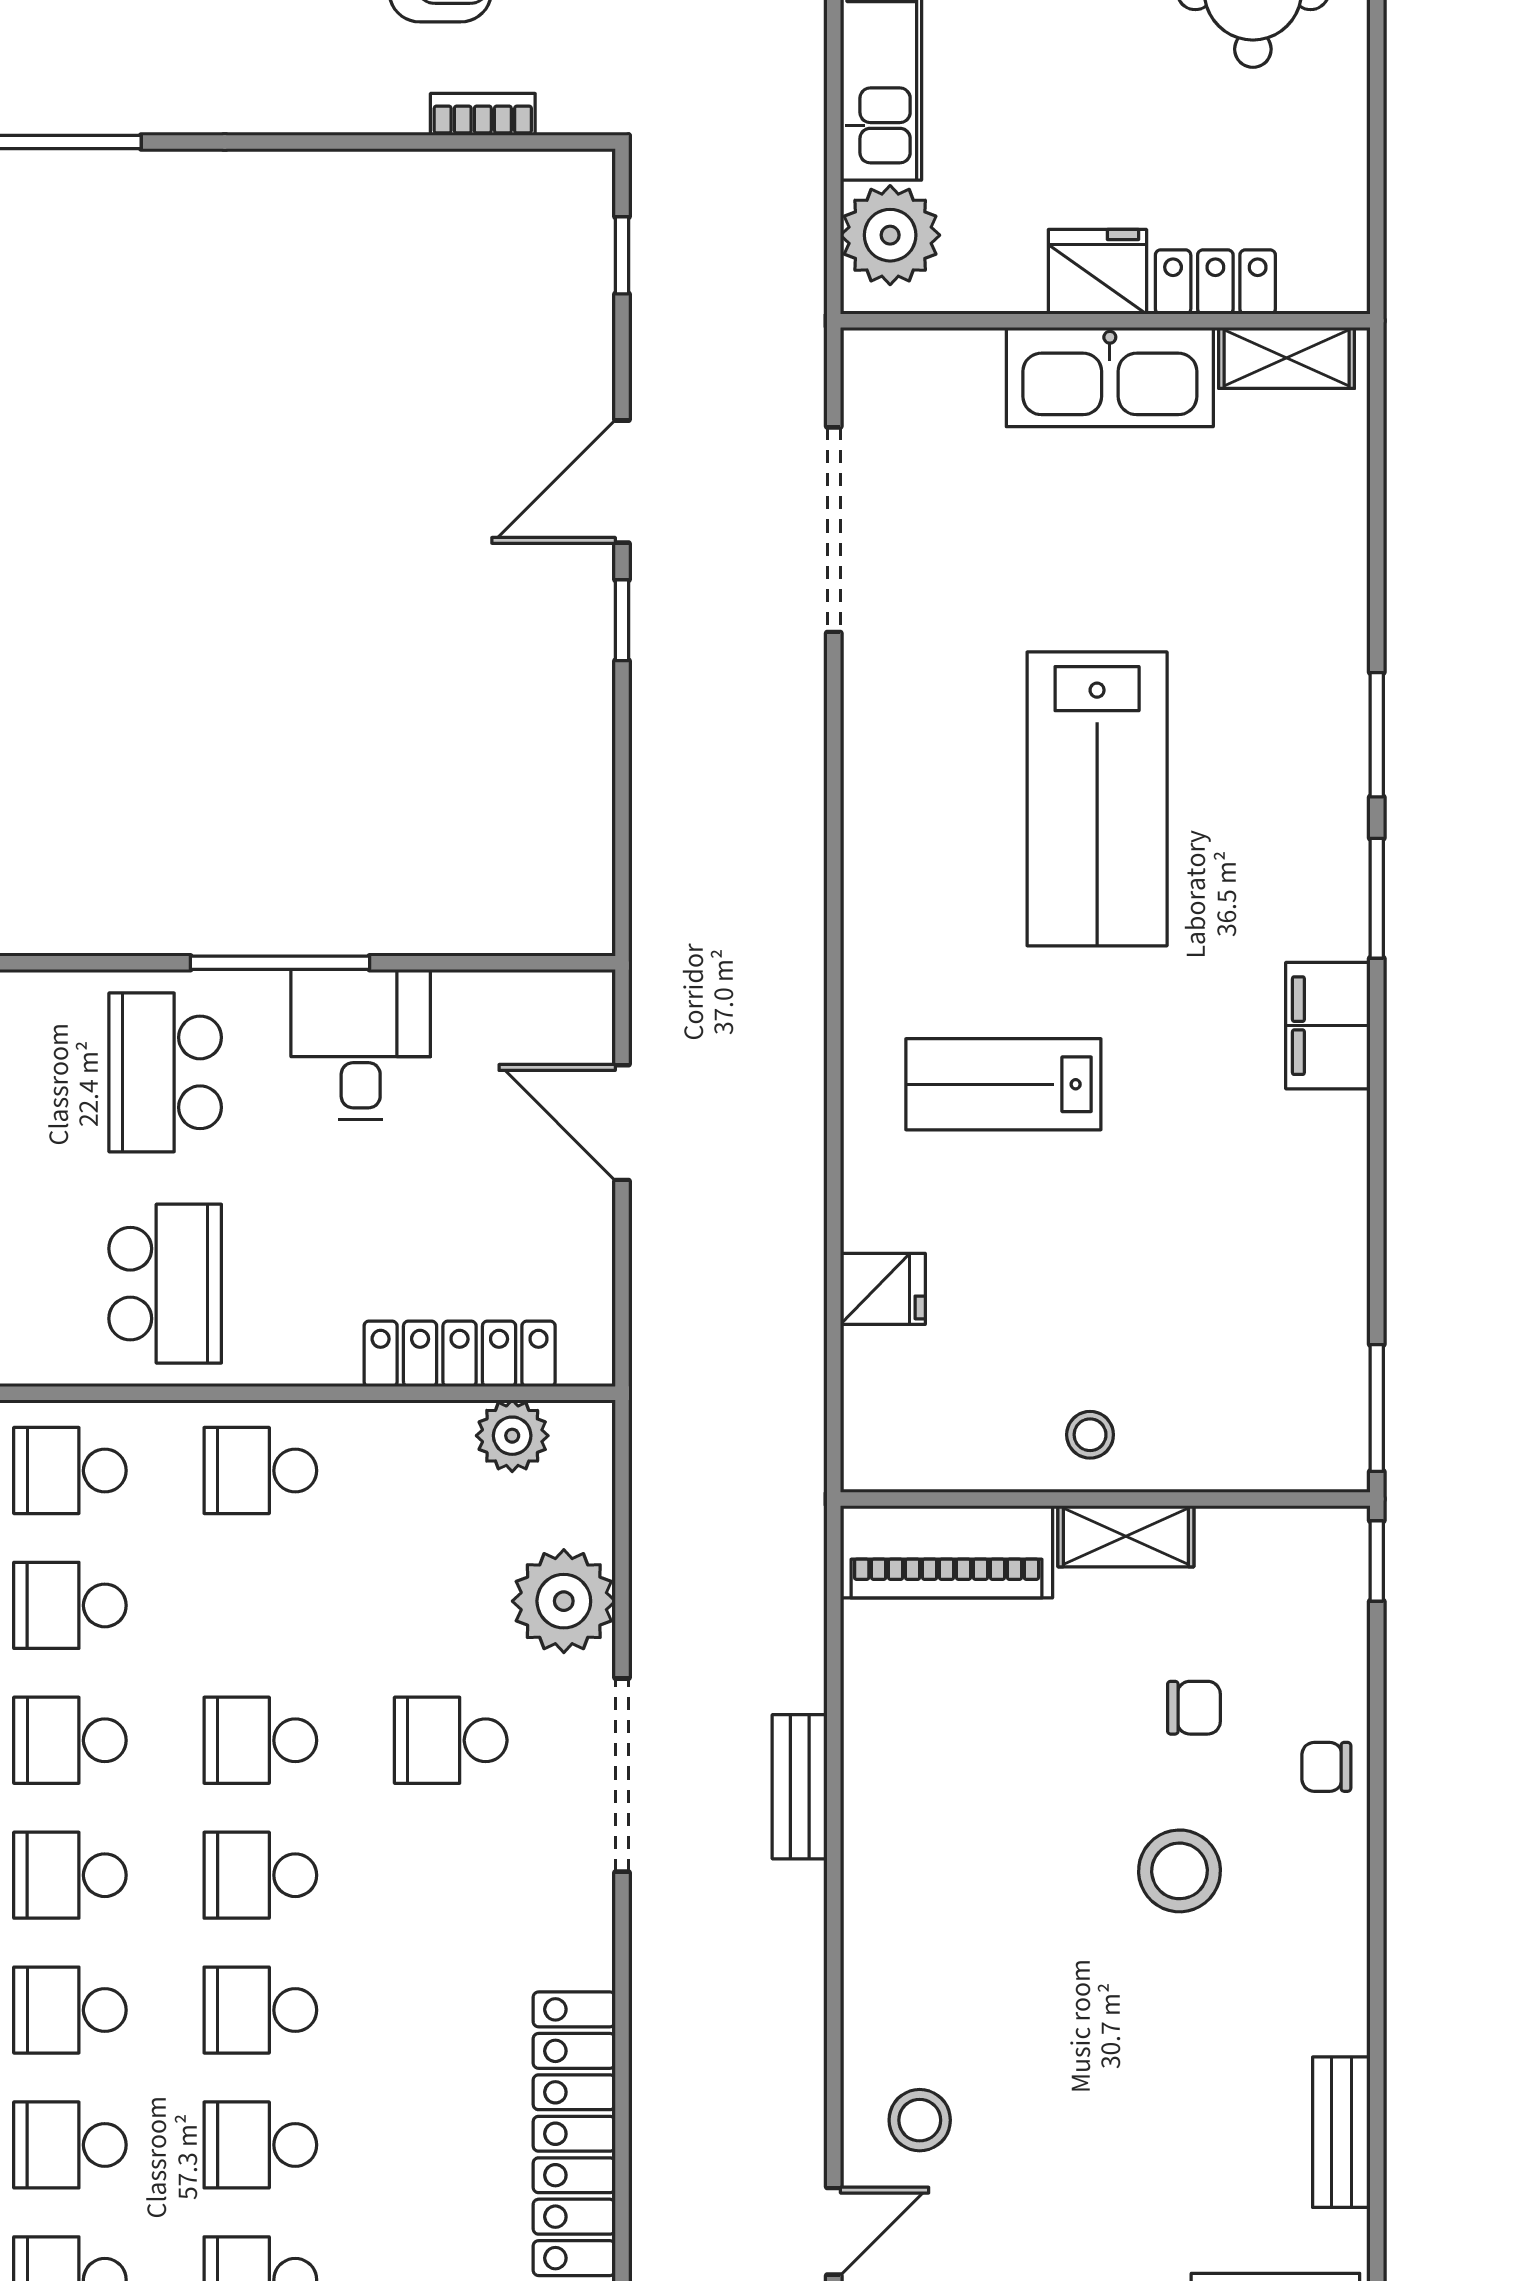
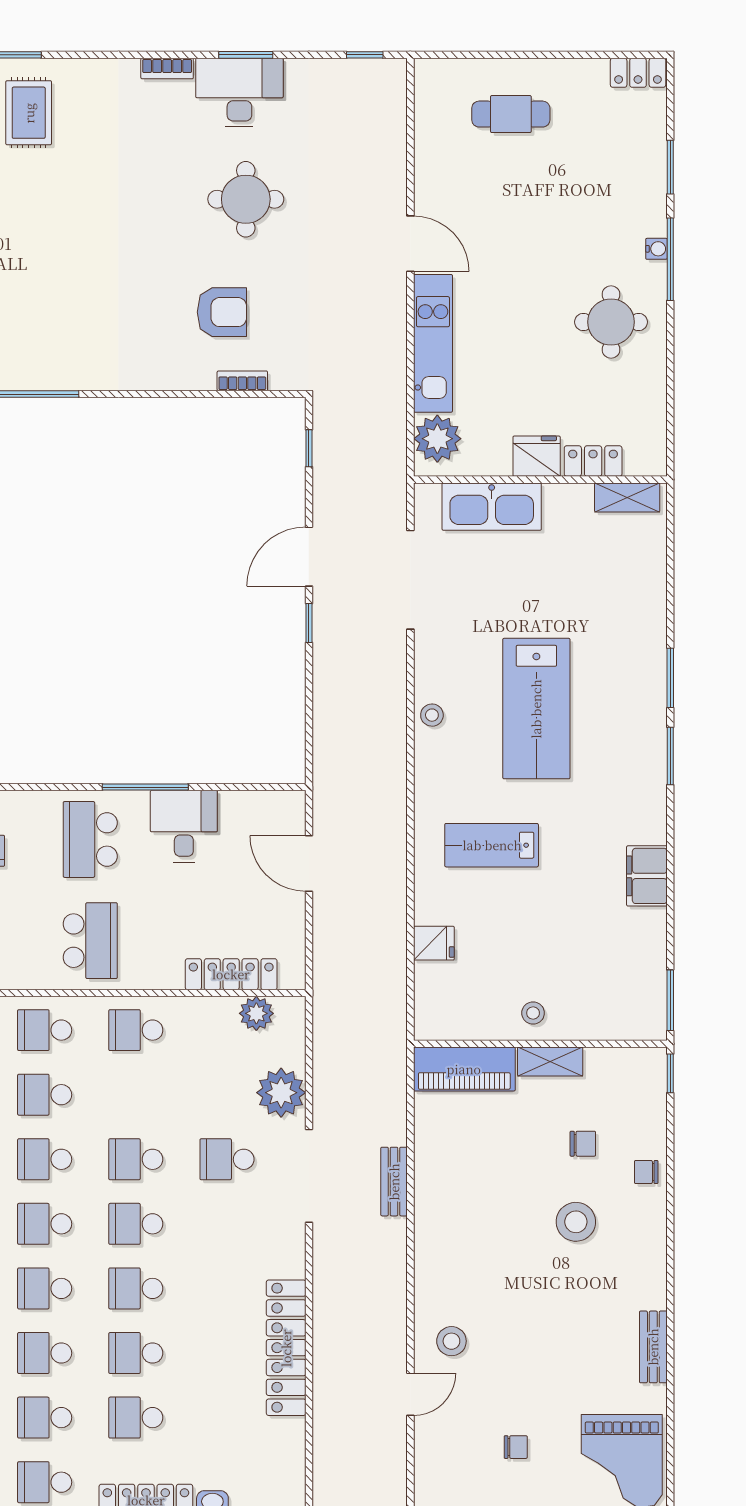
kitchen sink: (1110, 377) -> (492, 507), moved
stool: (879, 812) -> (432, 715), added
filing cabinet: (1328, 1026) -> (647, 876), moved

